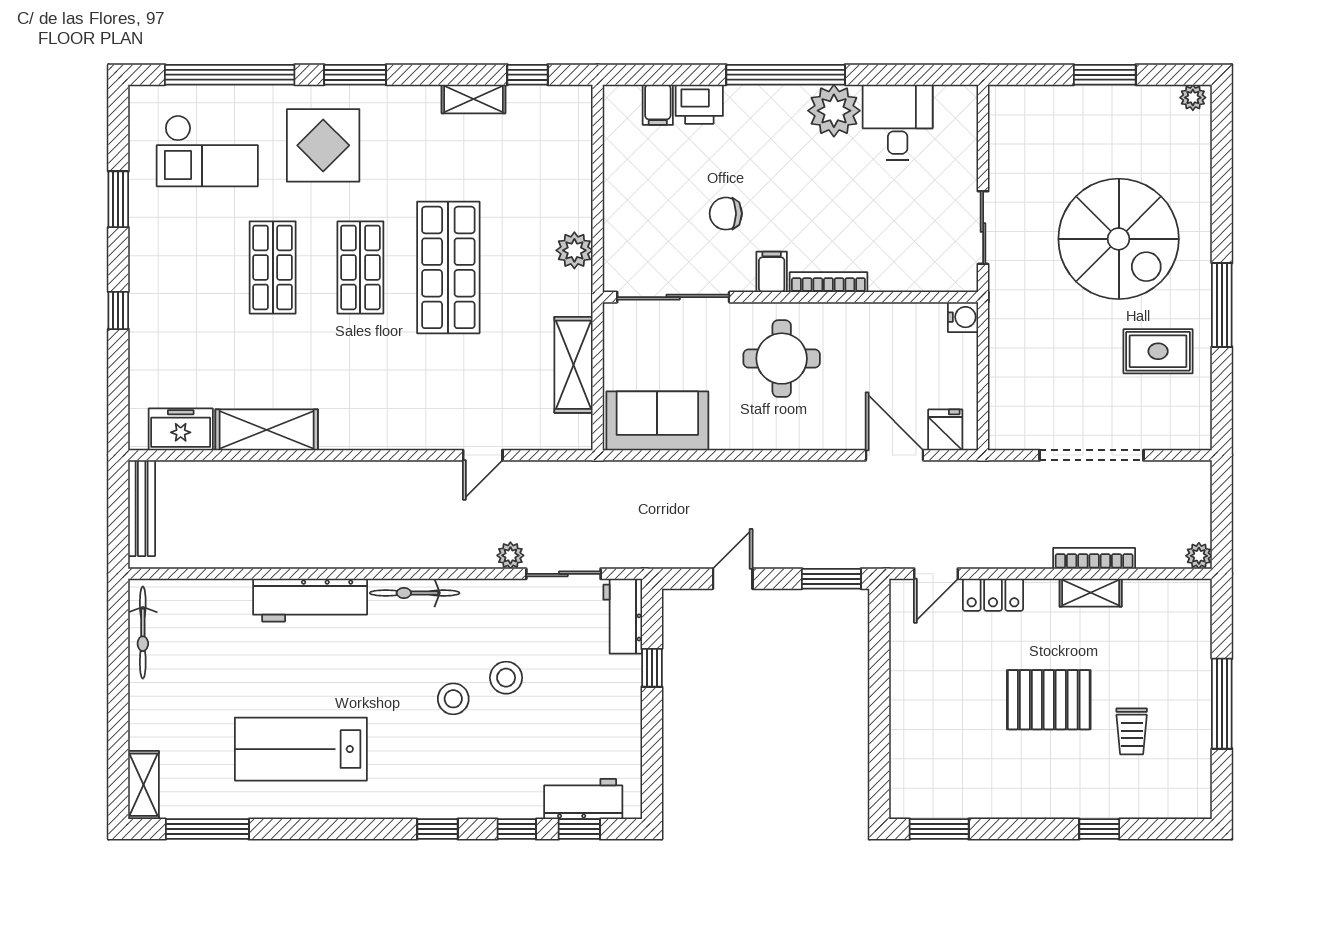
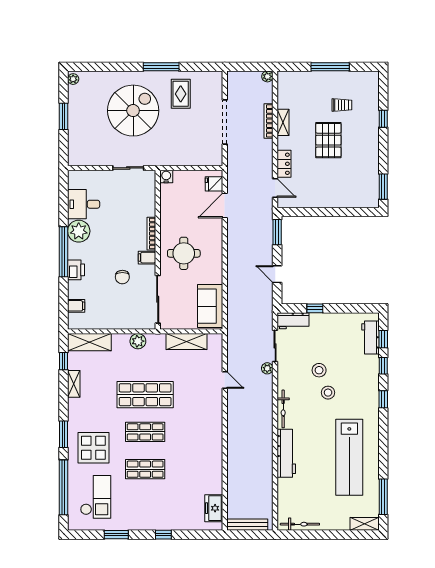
printer: (699, 104) -> (76, 270), moved
shelving: (267, 430) -> (89, 342), moved, turned 90
lab bench: (301, 749) -> (349, 457), width x1.36

